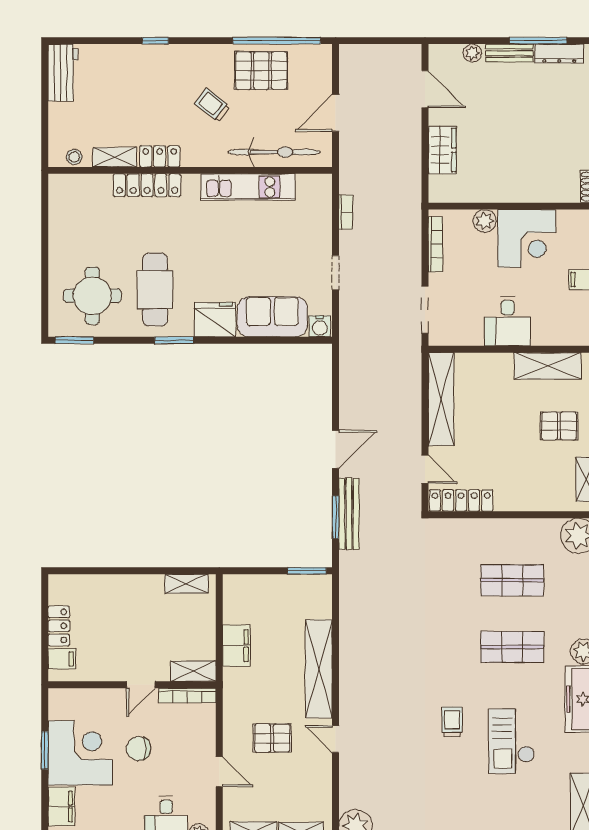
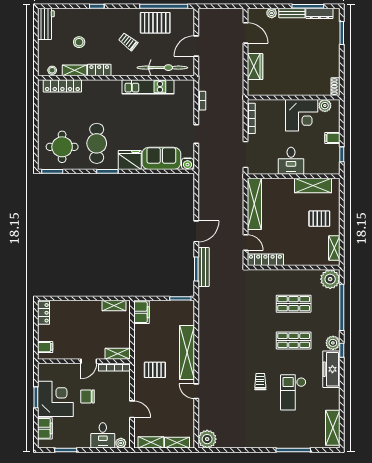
stool: (123, 106) -> (79, 42), added
locker: (147, 185) -> (62, 86), moved
plant: (485, 221) -> (325, 106), moved
locker: (59, 626) -> (44, 313), moved
filing cabinet: (236, 646) -> (142, 312), moved
pallet: (272, 738) -> (155, 370), moved

